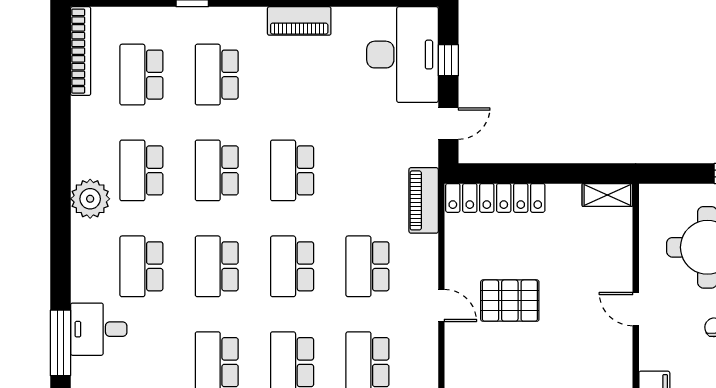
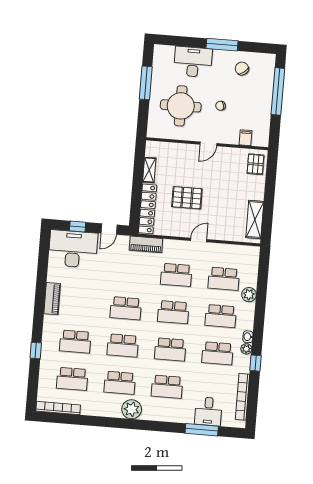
door: (448, 124) -> (109, 229), swing flipped
shelving: (607, 195) -> (149, 170), moved
pallet: (510, 301) -> (187, 198), moved, turned 90
desk: (99, 329) -> (208, 411), moved

